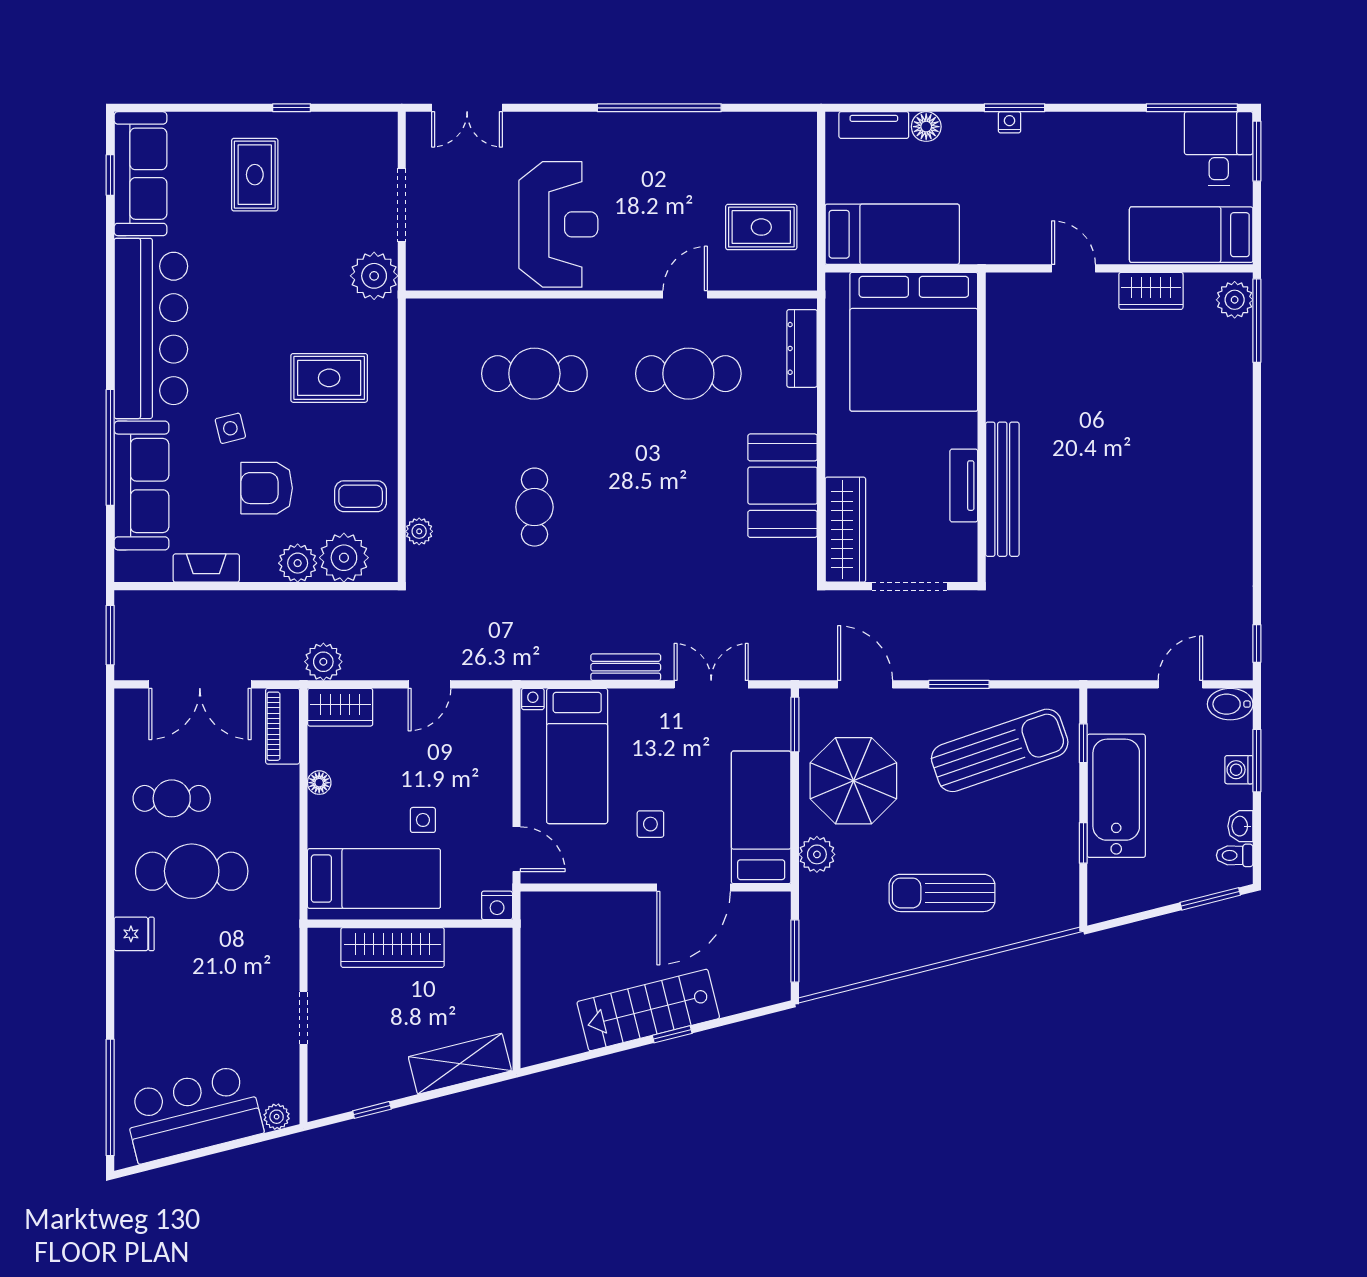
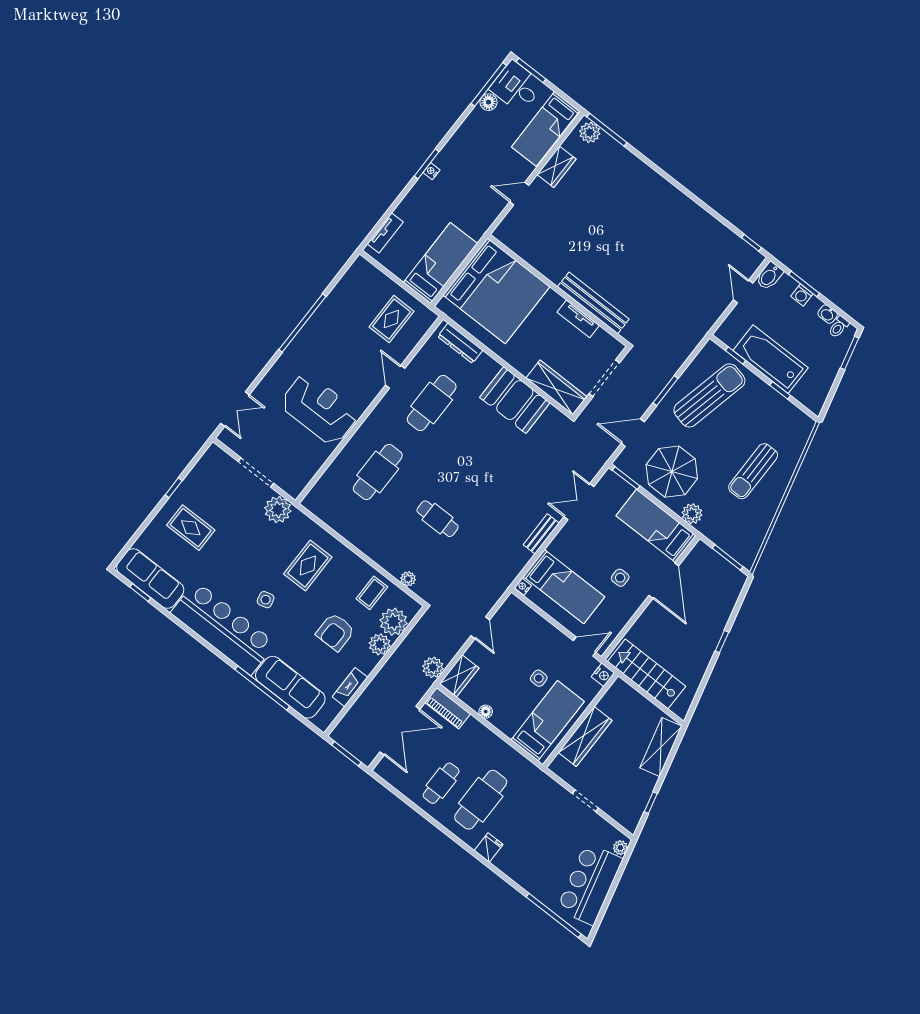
floor lamp: (926, 127) -> (488, 102), moved
side table: (230, 428) -> (266, 600), moved
sun lounger: (1000, 750) -> (709, 395), turned 32
stairs: (648, 1010) -> (647, 674), moved, turned 104

